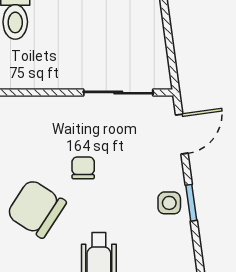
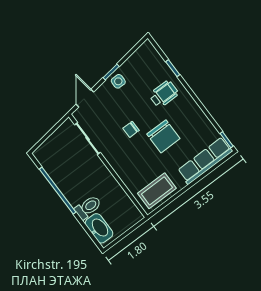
door: (182, 134) -> (85, 98), hinge flipped
chair: (36, 208) -> (163, 136), turned -33

